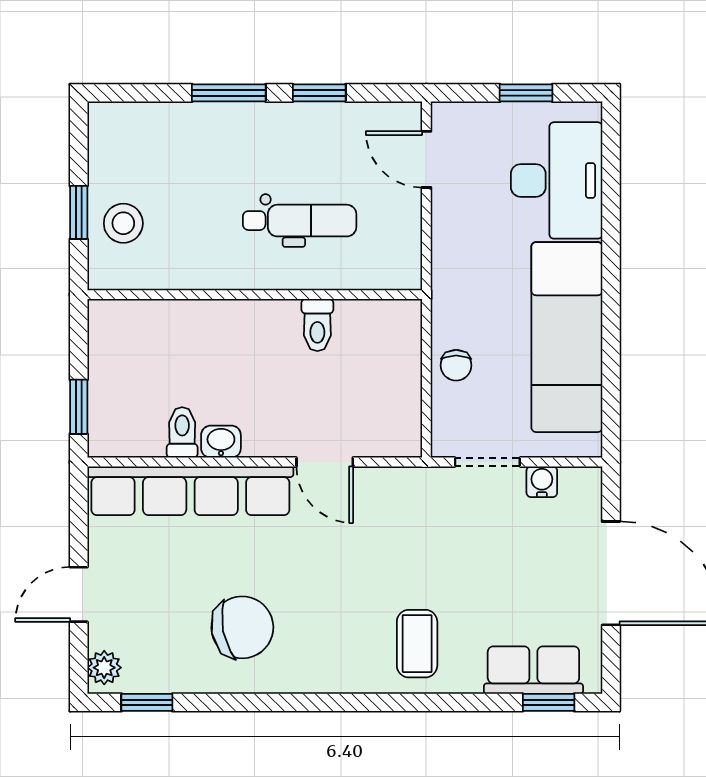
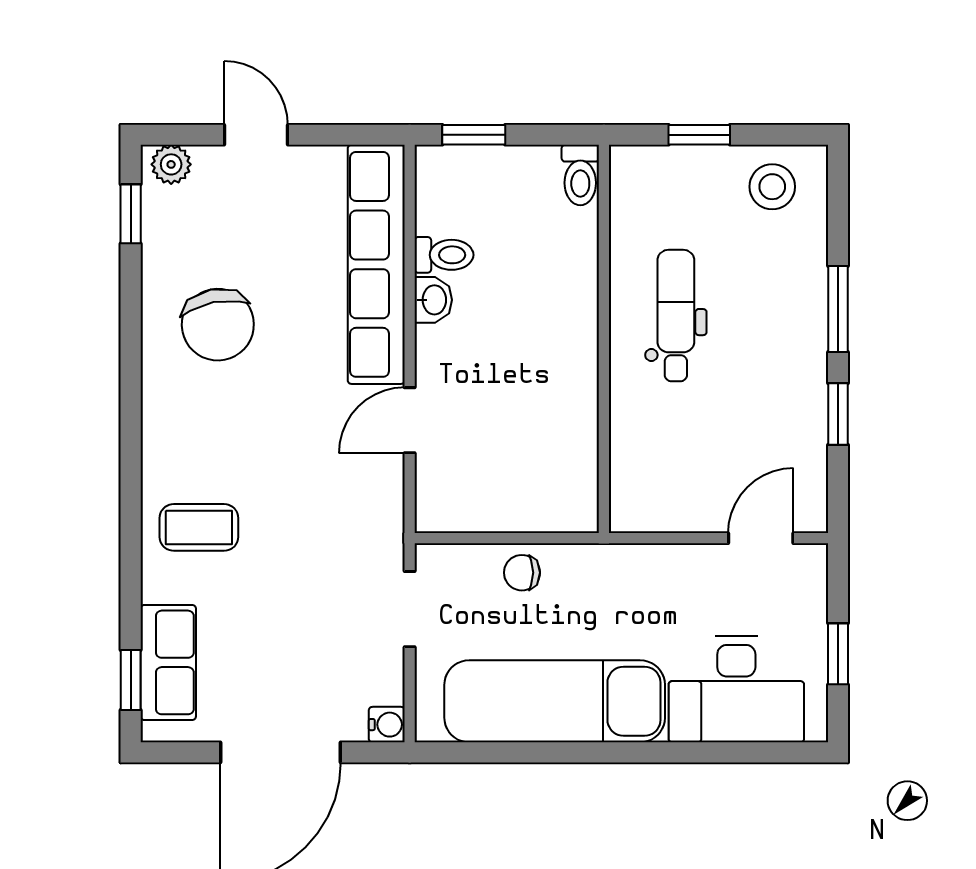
dental chair: (300, 221) -> (676, 316), moved, turned 180
stool: (123, 223) -> (772, 187), moved
toilet: (317, 325) -> (580, 175), moved, turned -90
water cooler: (542, 482) -> (387, 725), moved

